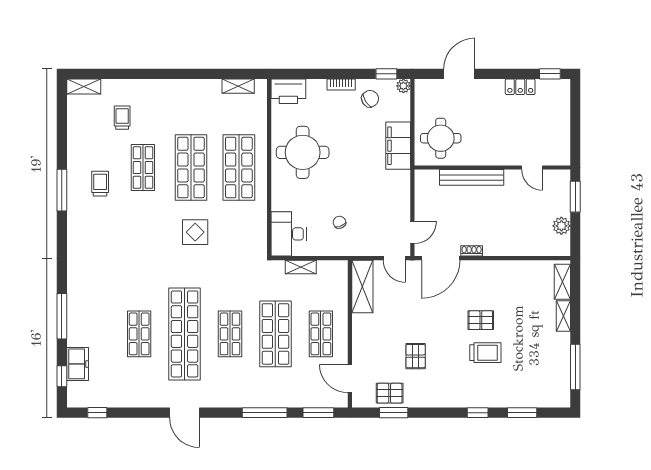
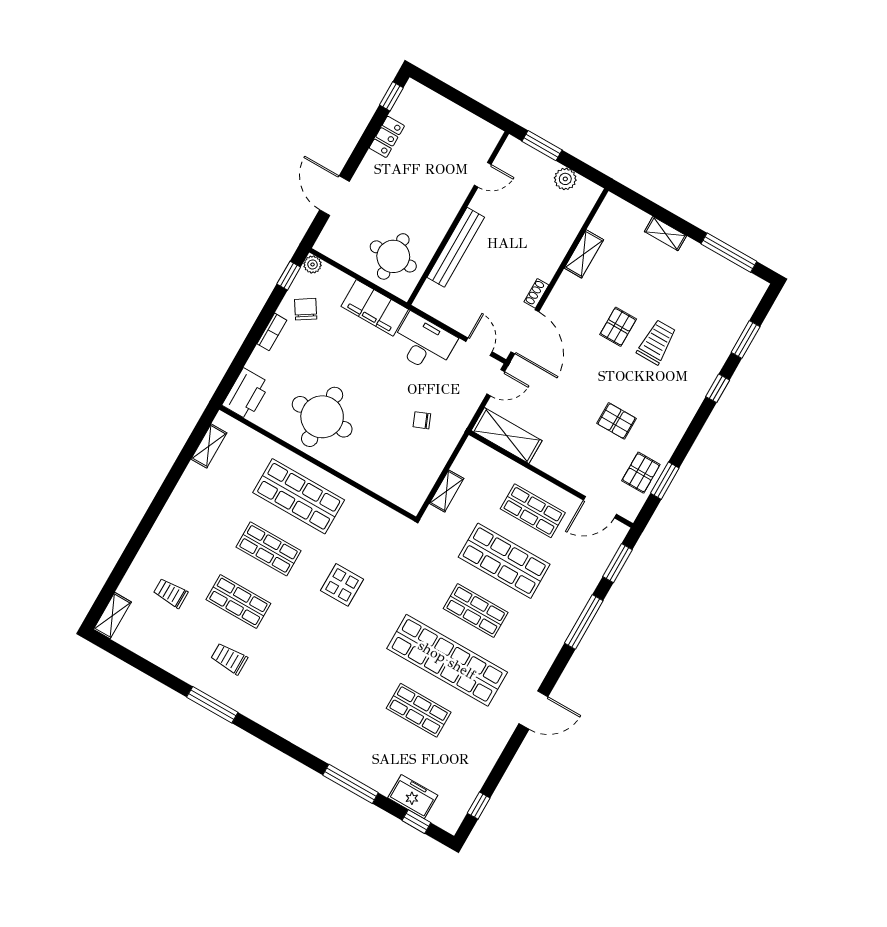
shop shelf: (191, 168) -> (269, 549), width x0.70, depth x0.74
desk: (289, 234) -> (423, 343), moved, turned 180
shelving: (562, 282) -> (584, 254), moved, turned 90

